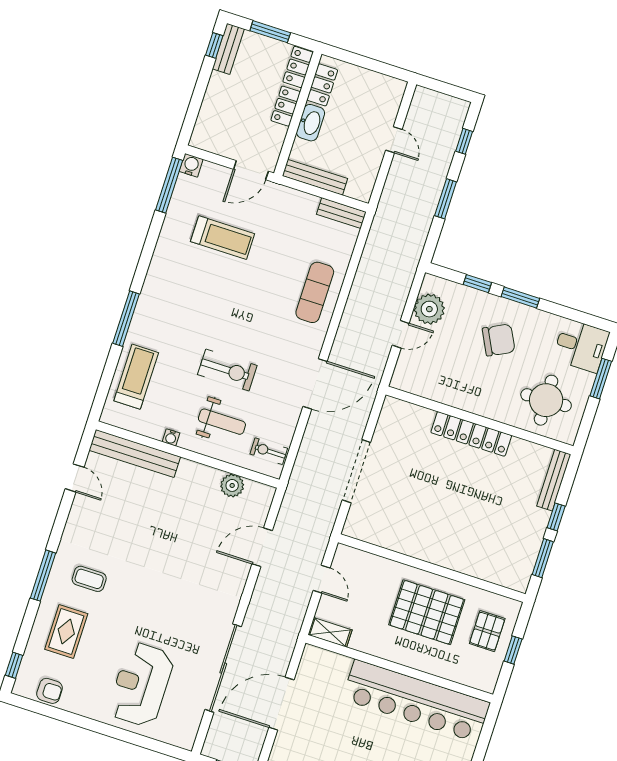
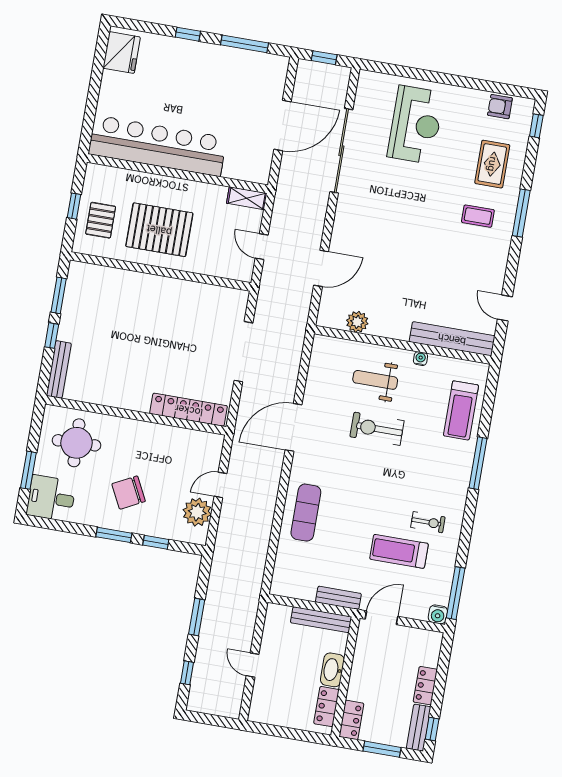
locker: (286, 106) -> (425, 686), moved, turned 180
bench: (341, 213) -> (338, 598), moved
locker: (471, 434) -> (189, 410), moved
exercise bike: (269, 451) -> (428, 522), moved

